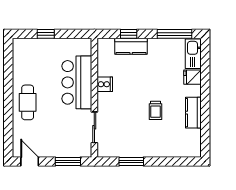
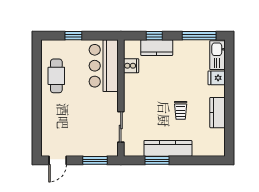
bar counter: (77, 82) -> (104, 66), moved
cooker: (105, 84) -> (131, 66), moved
cafe table: (28, 102) -> (56, 76), moved
kitchen counter: (142, 149) -> (168, 148), added
door: (30, 162) -> (58, 160), swing flipped

